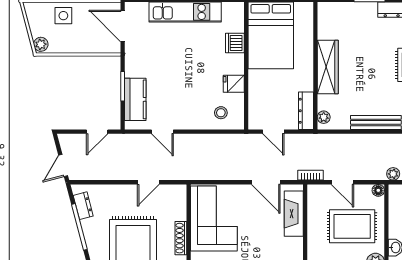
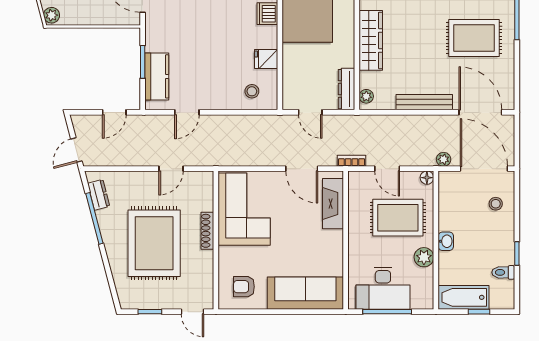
door: (162, 132) -> (187, 112), hinge flipped

